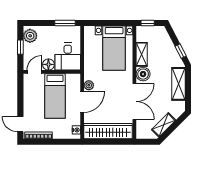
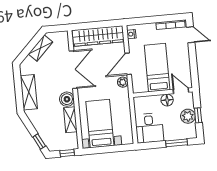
window: (65, 23) -> (177, 143), moved
plant: (30, 36) -> (188, 116), moved
window: (181, 51) -> (39, 142), moved
desk: (68, 57) -> (149, 128), moved, turned 180
door: (34, 72) -> (181, 91), swing flipped
double door: (134, 101) -> (73, 70), swing flipped

